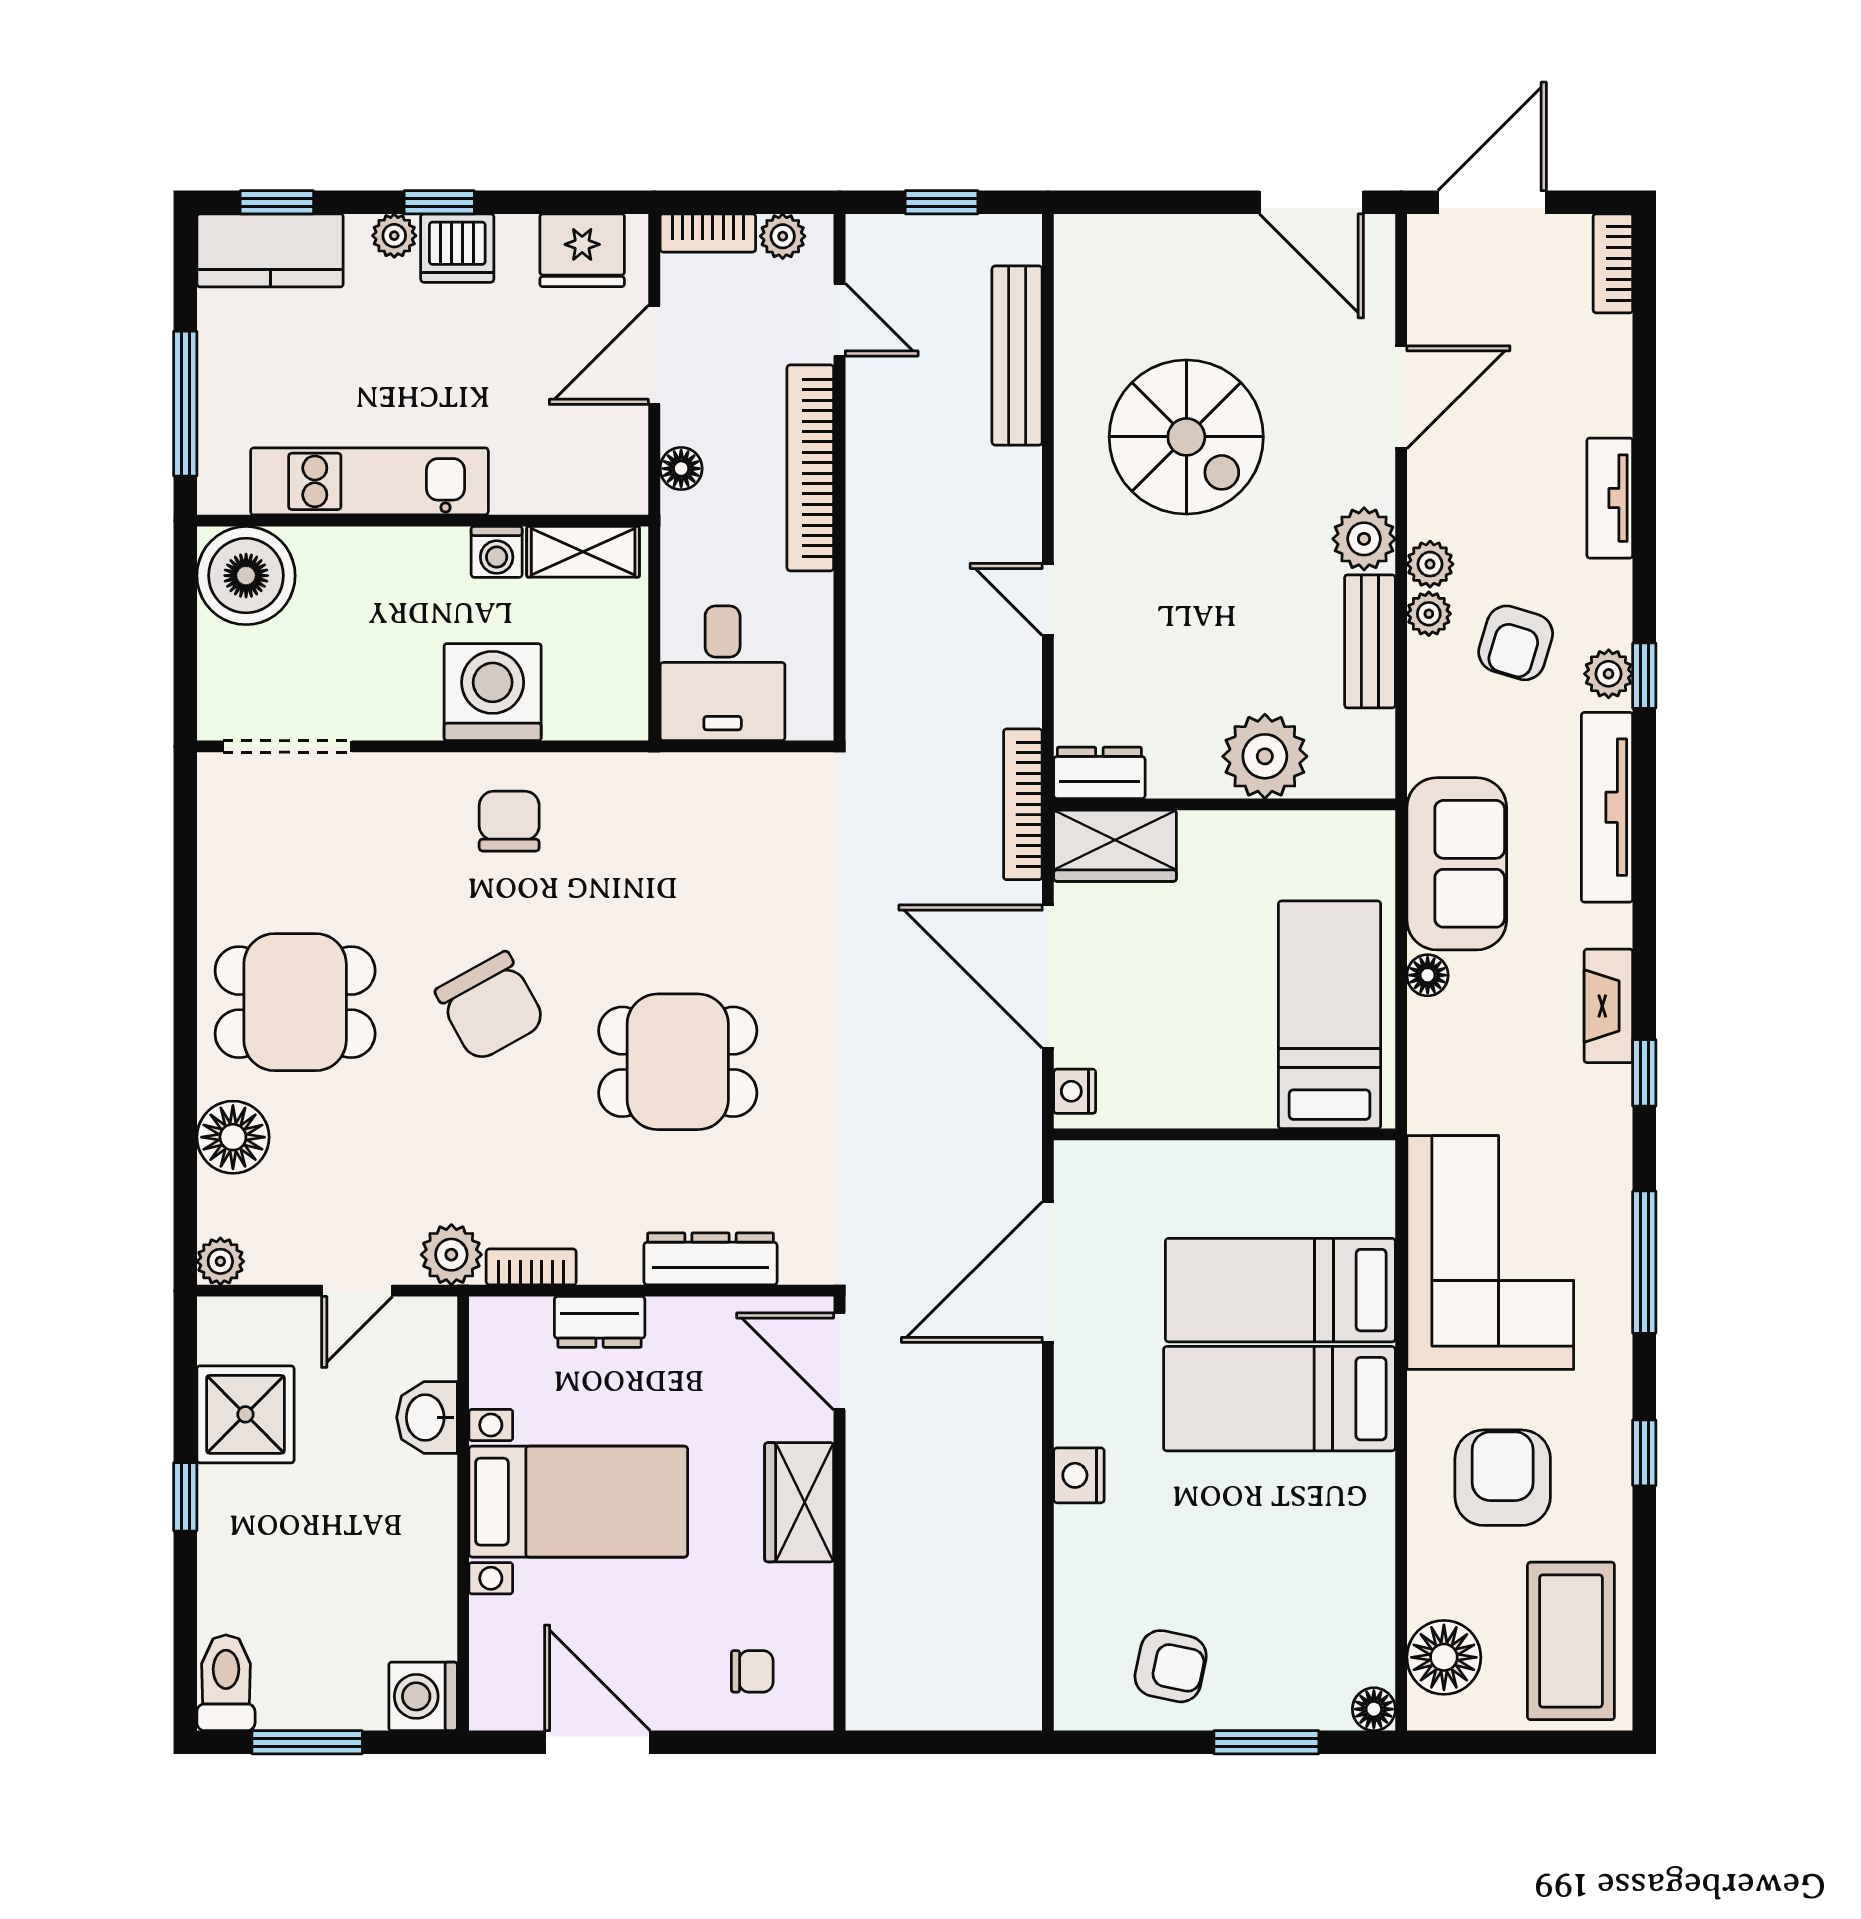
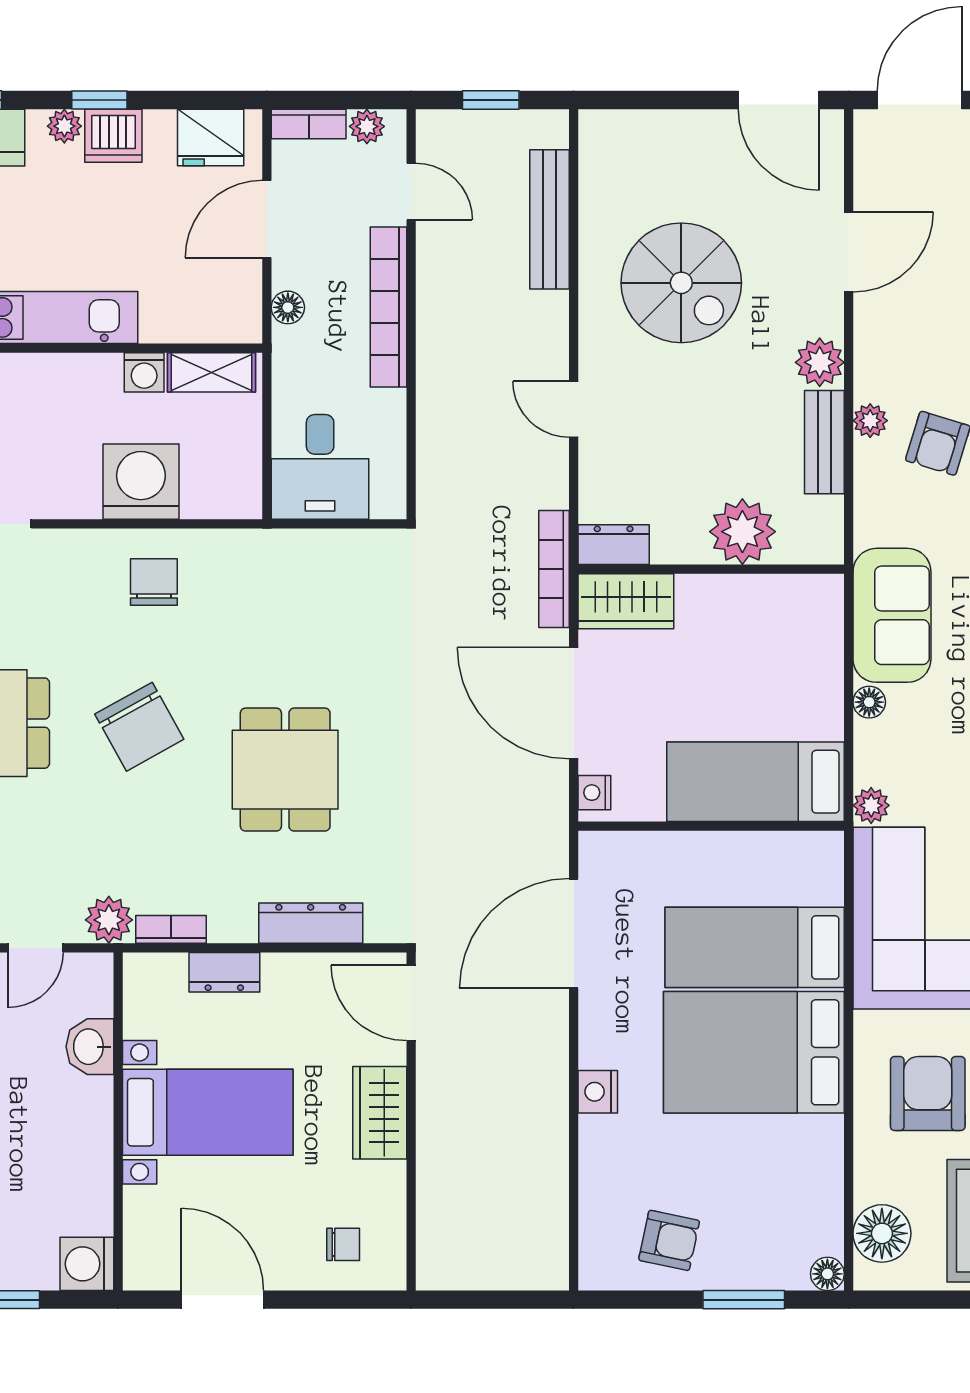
plant: (1430, 564) -> (871, 805), moved
bed: (1330, 1015) -> (755, 782), moved, turned -90
dining table: (678, 1062) -> (285, 770), turned 90
bed: (1279, 1399) -> (754, 1052), width x1.50

